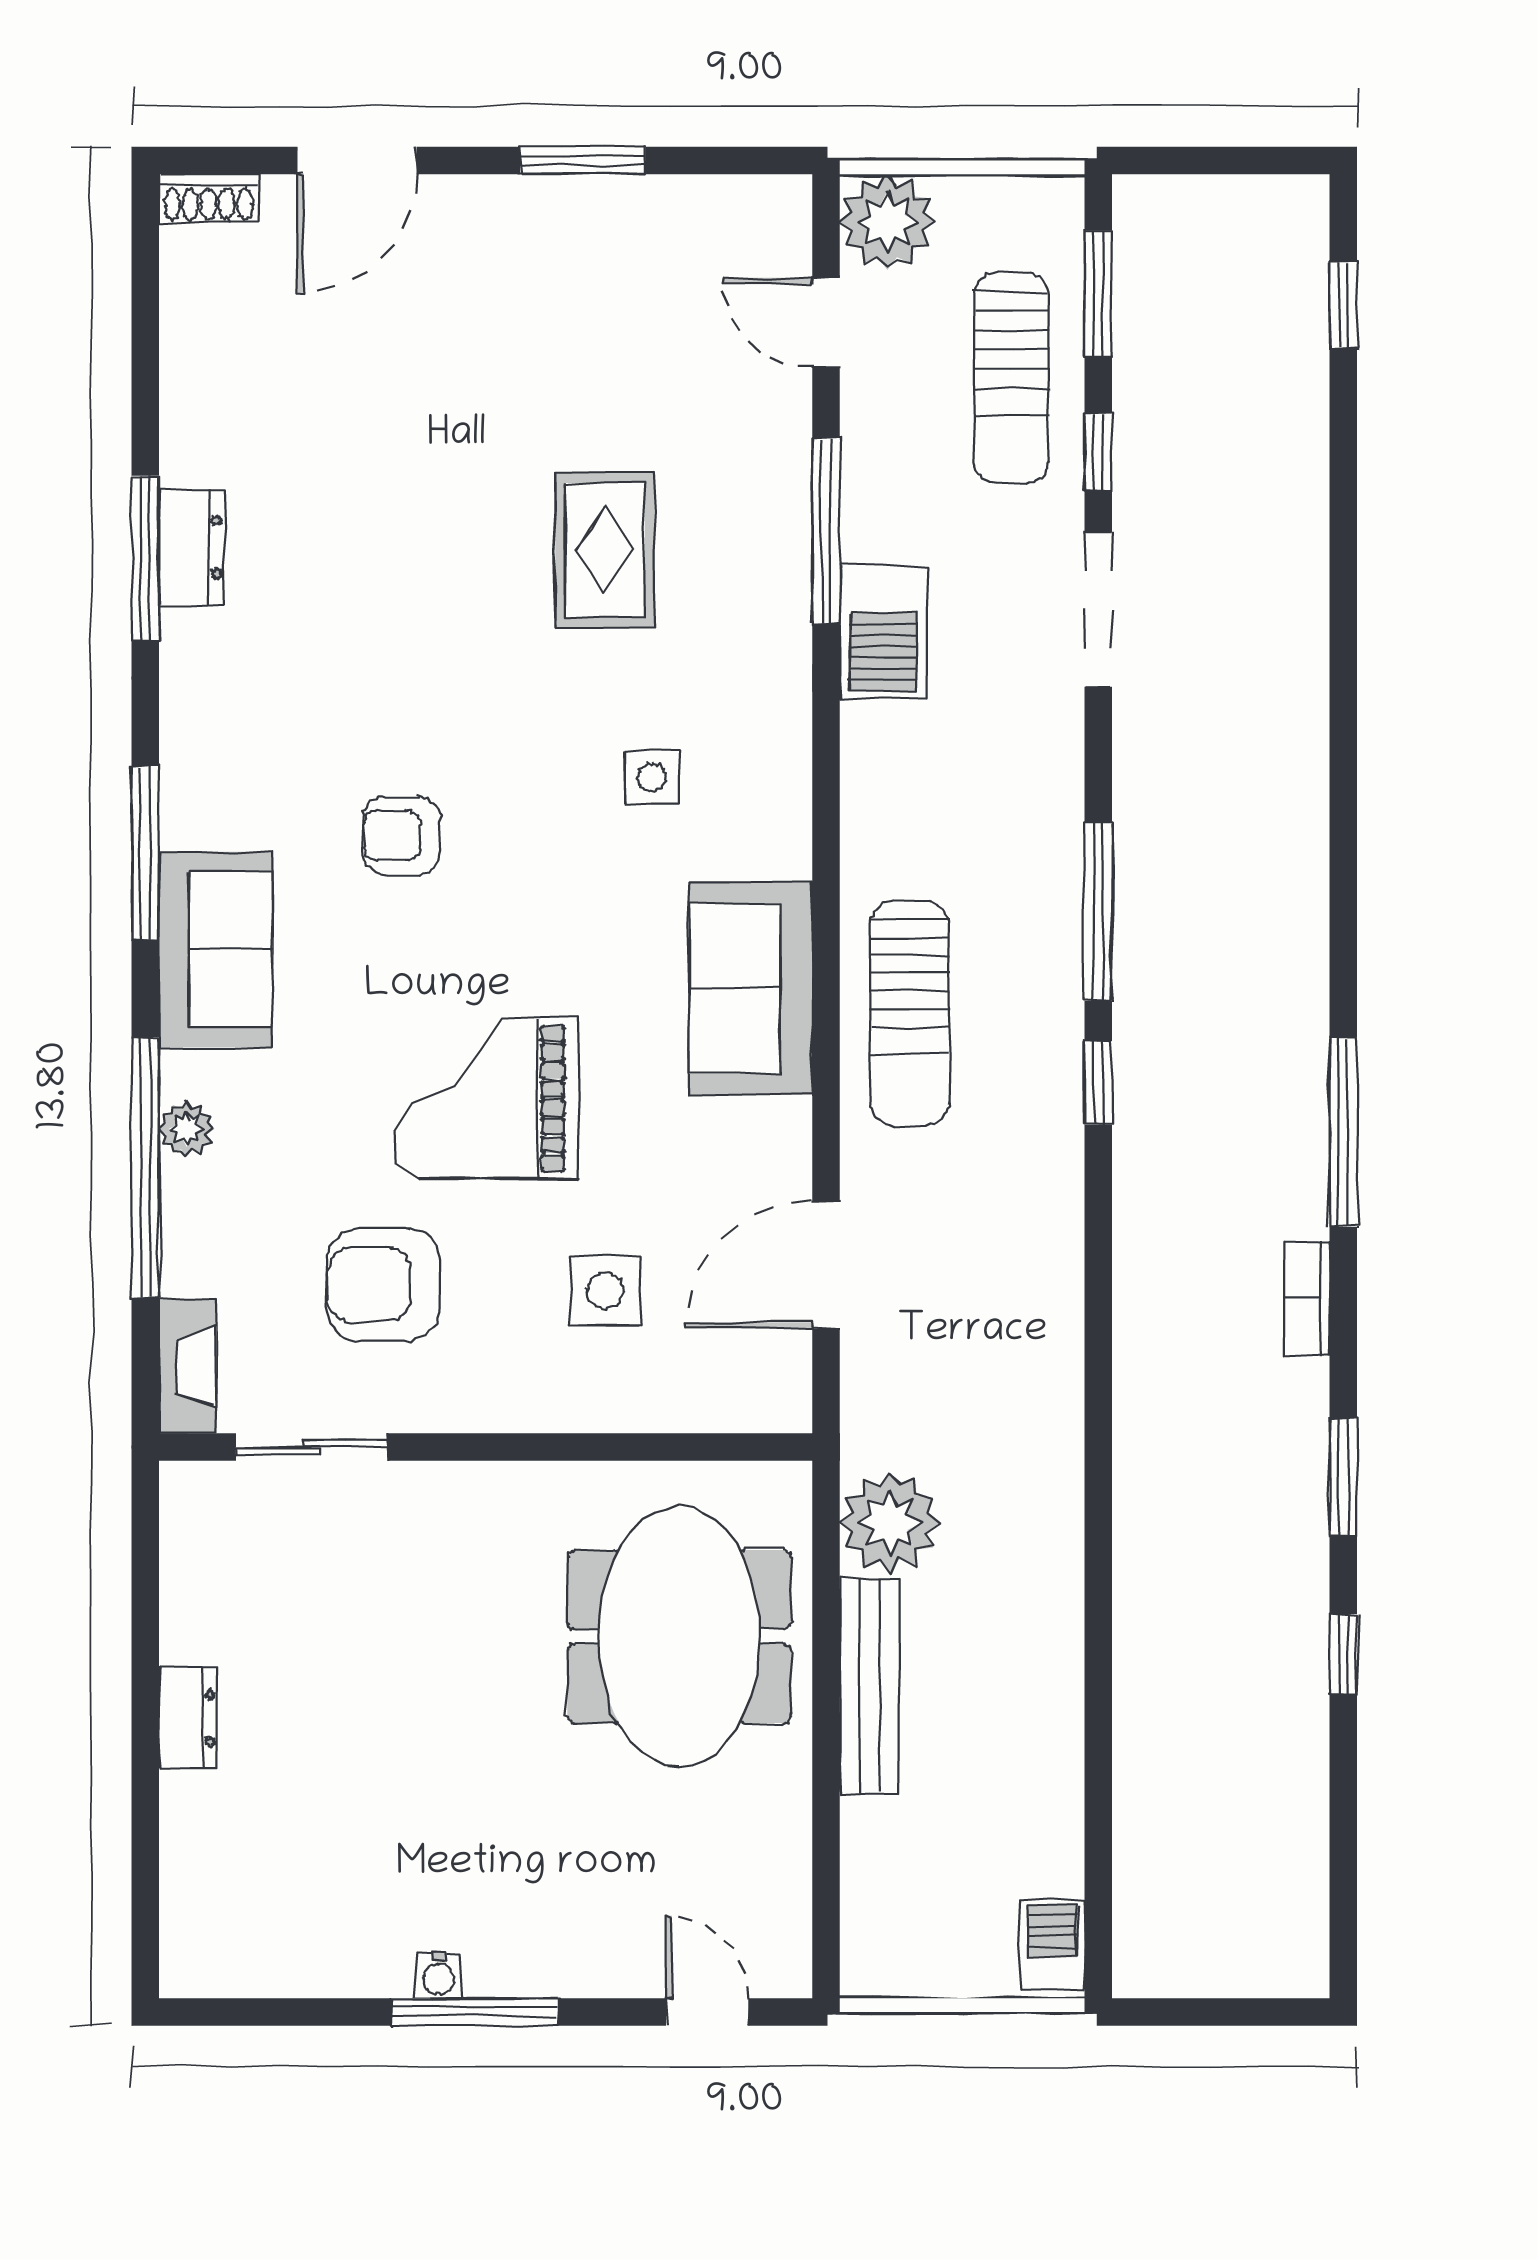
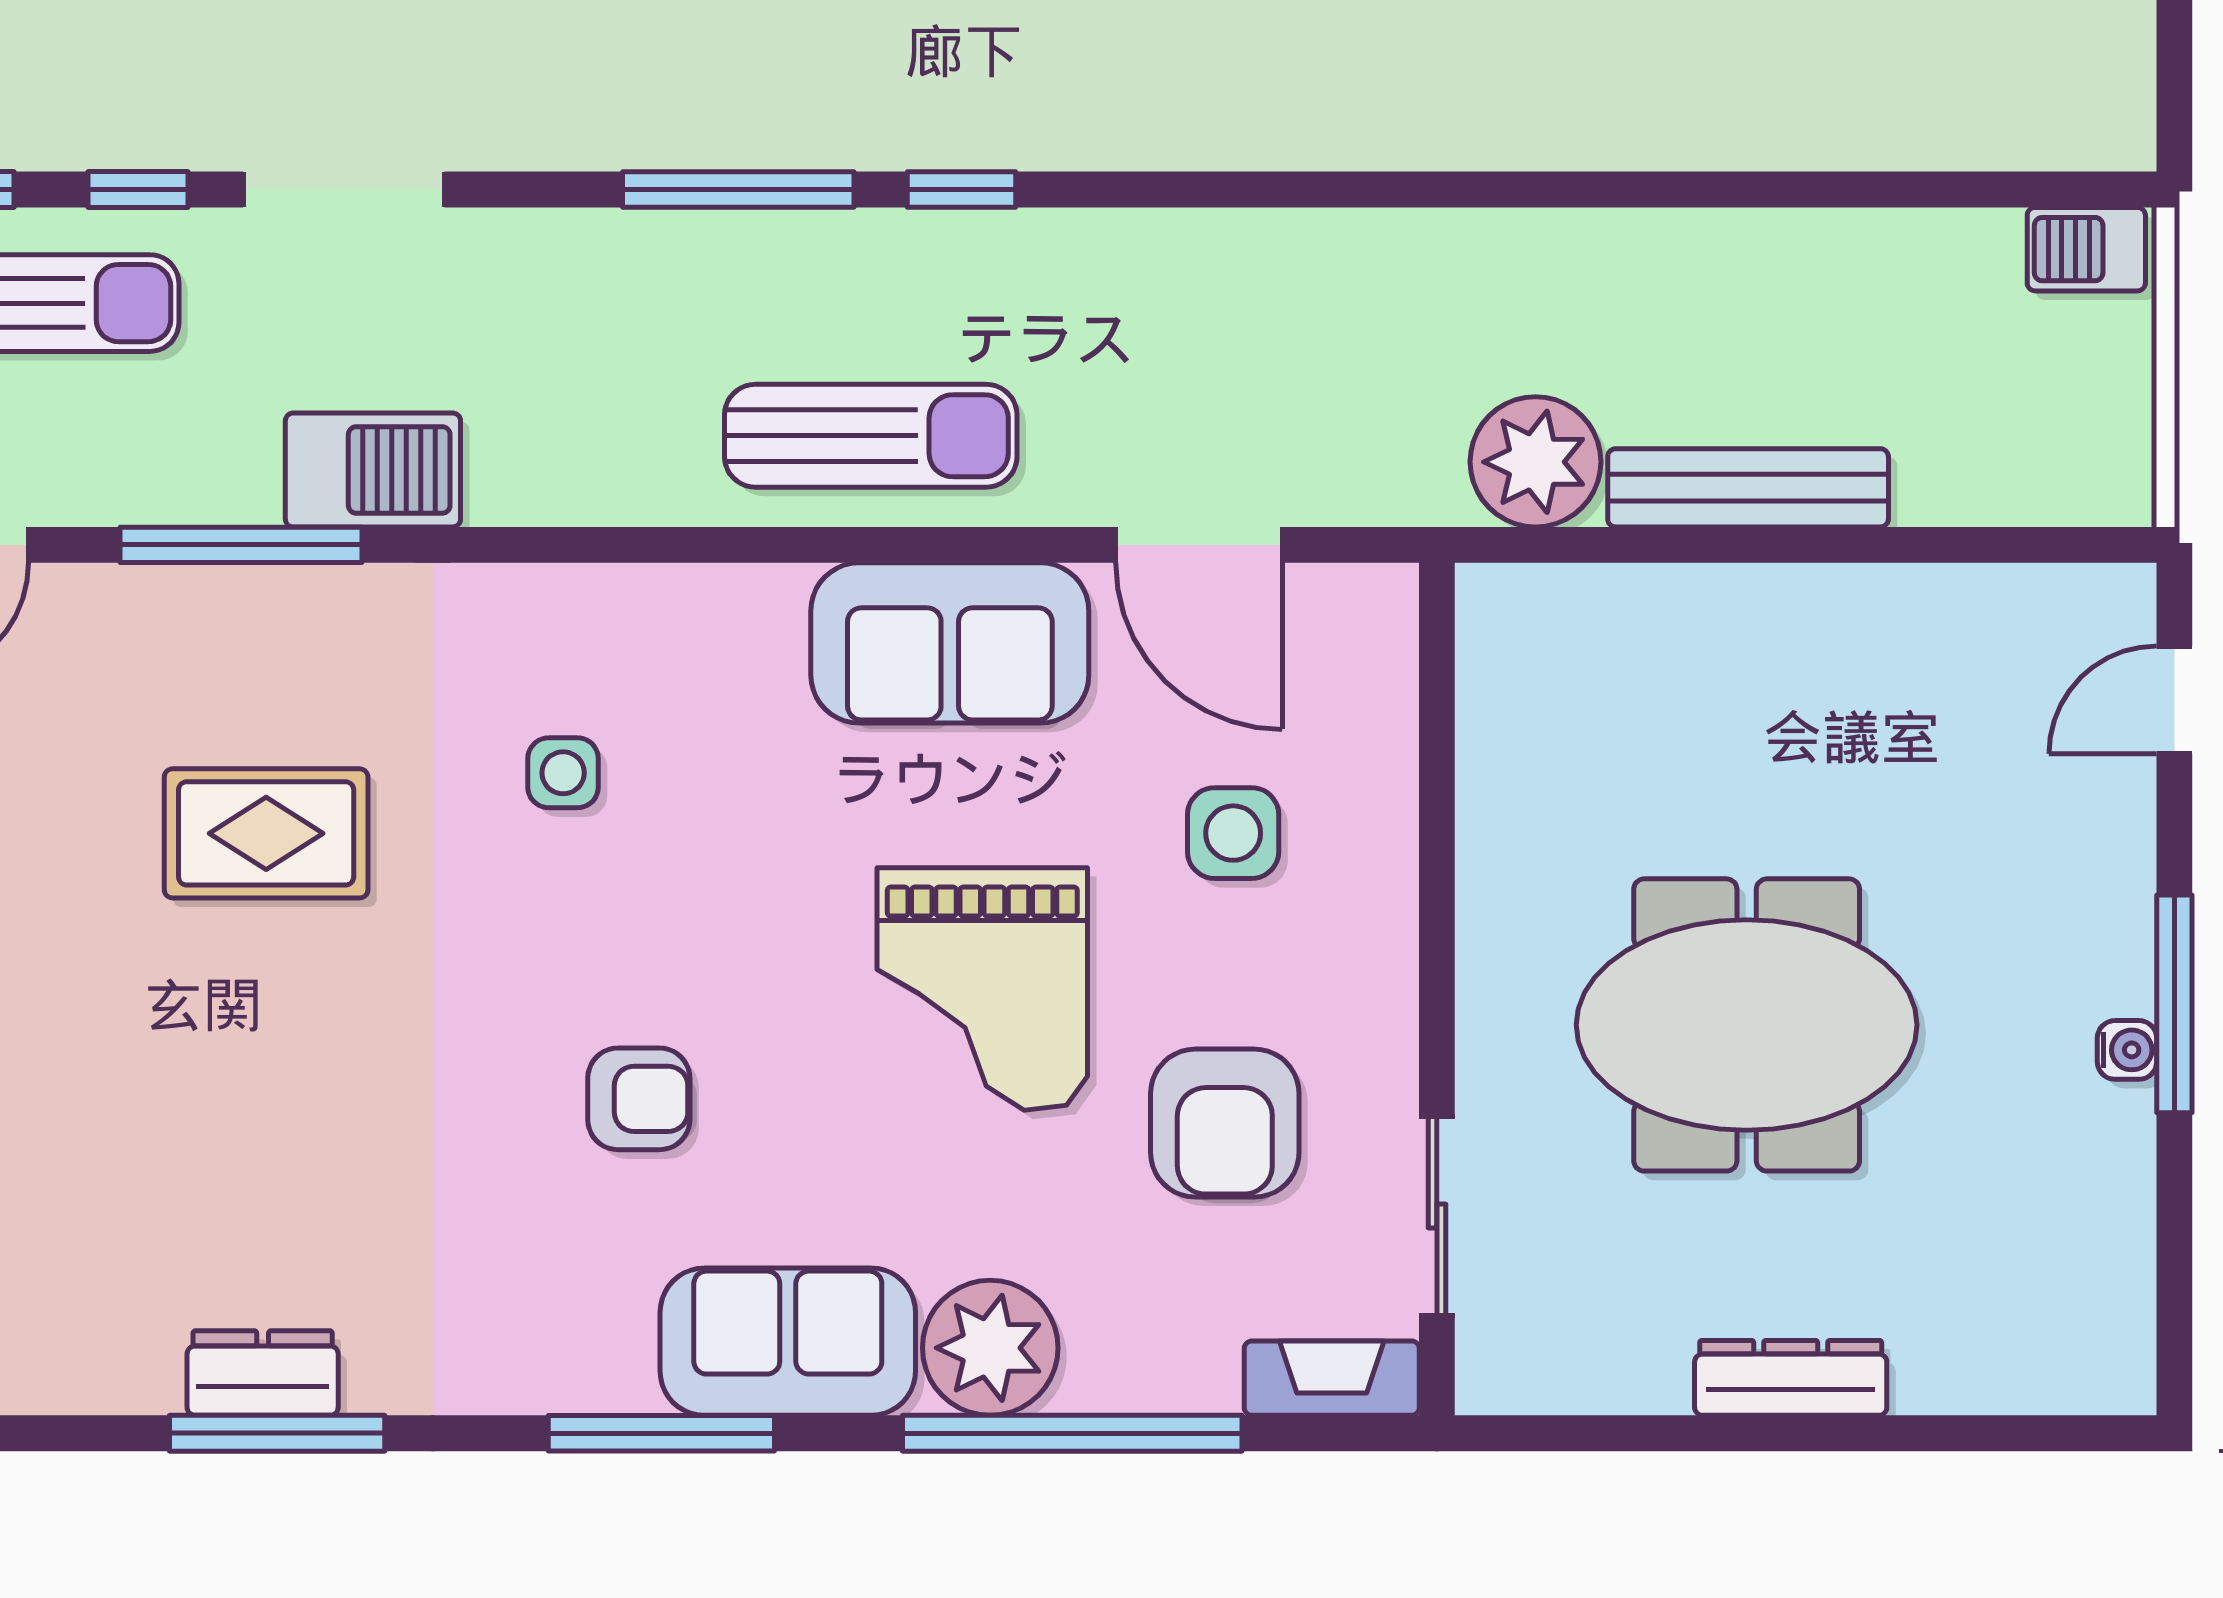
armchair: (402, 836) -> (639, 1099), turned -90
sofa: (751, 988) -> (950, 643), moved
plant: (187, 1129) -> (990, 1348), width x1.88, depth x1.88
meeting table: (679, 1636) -> (1747, 1025), moved
dresser: (188, 1718) -> (1791, 1378), width x1.44

